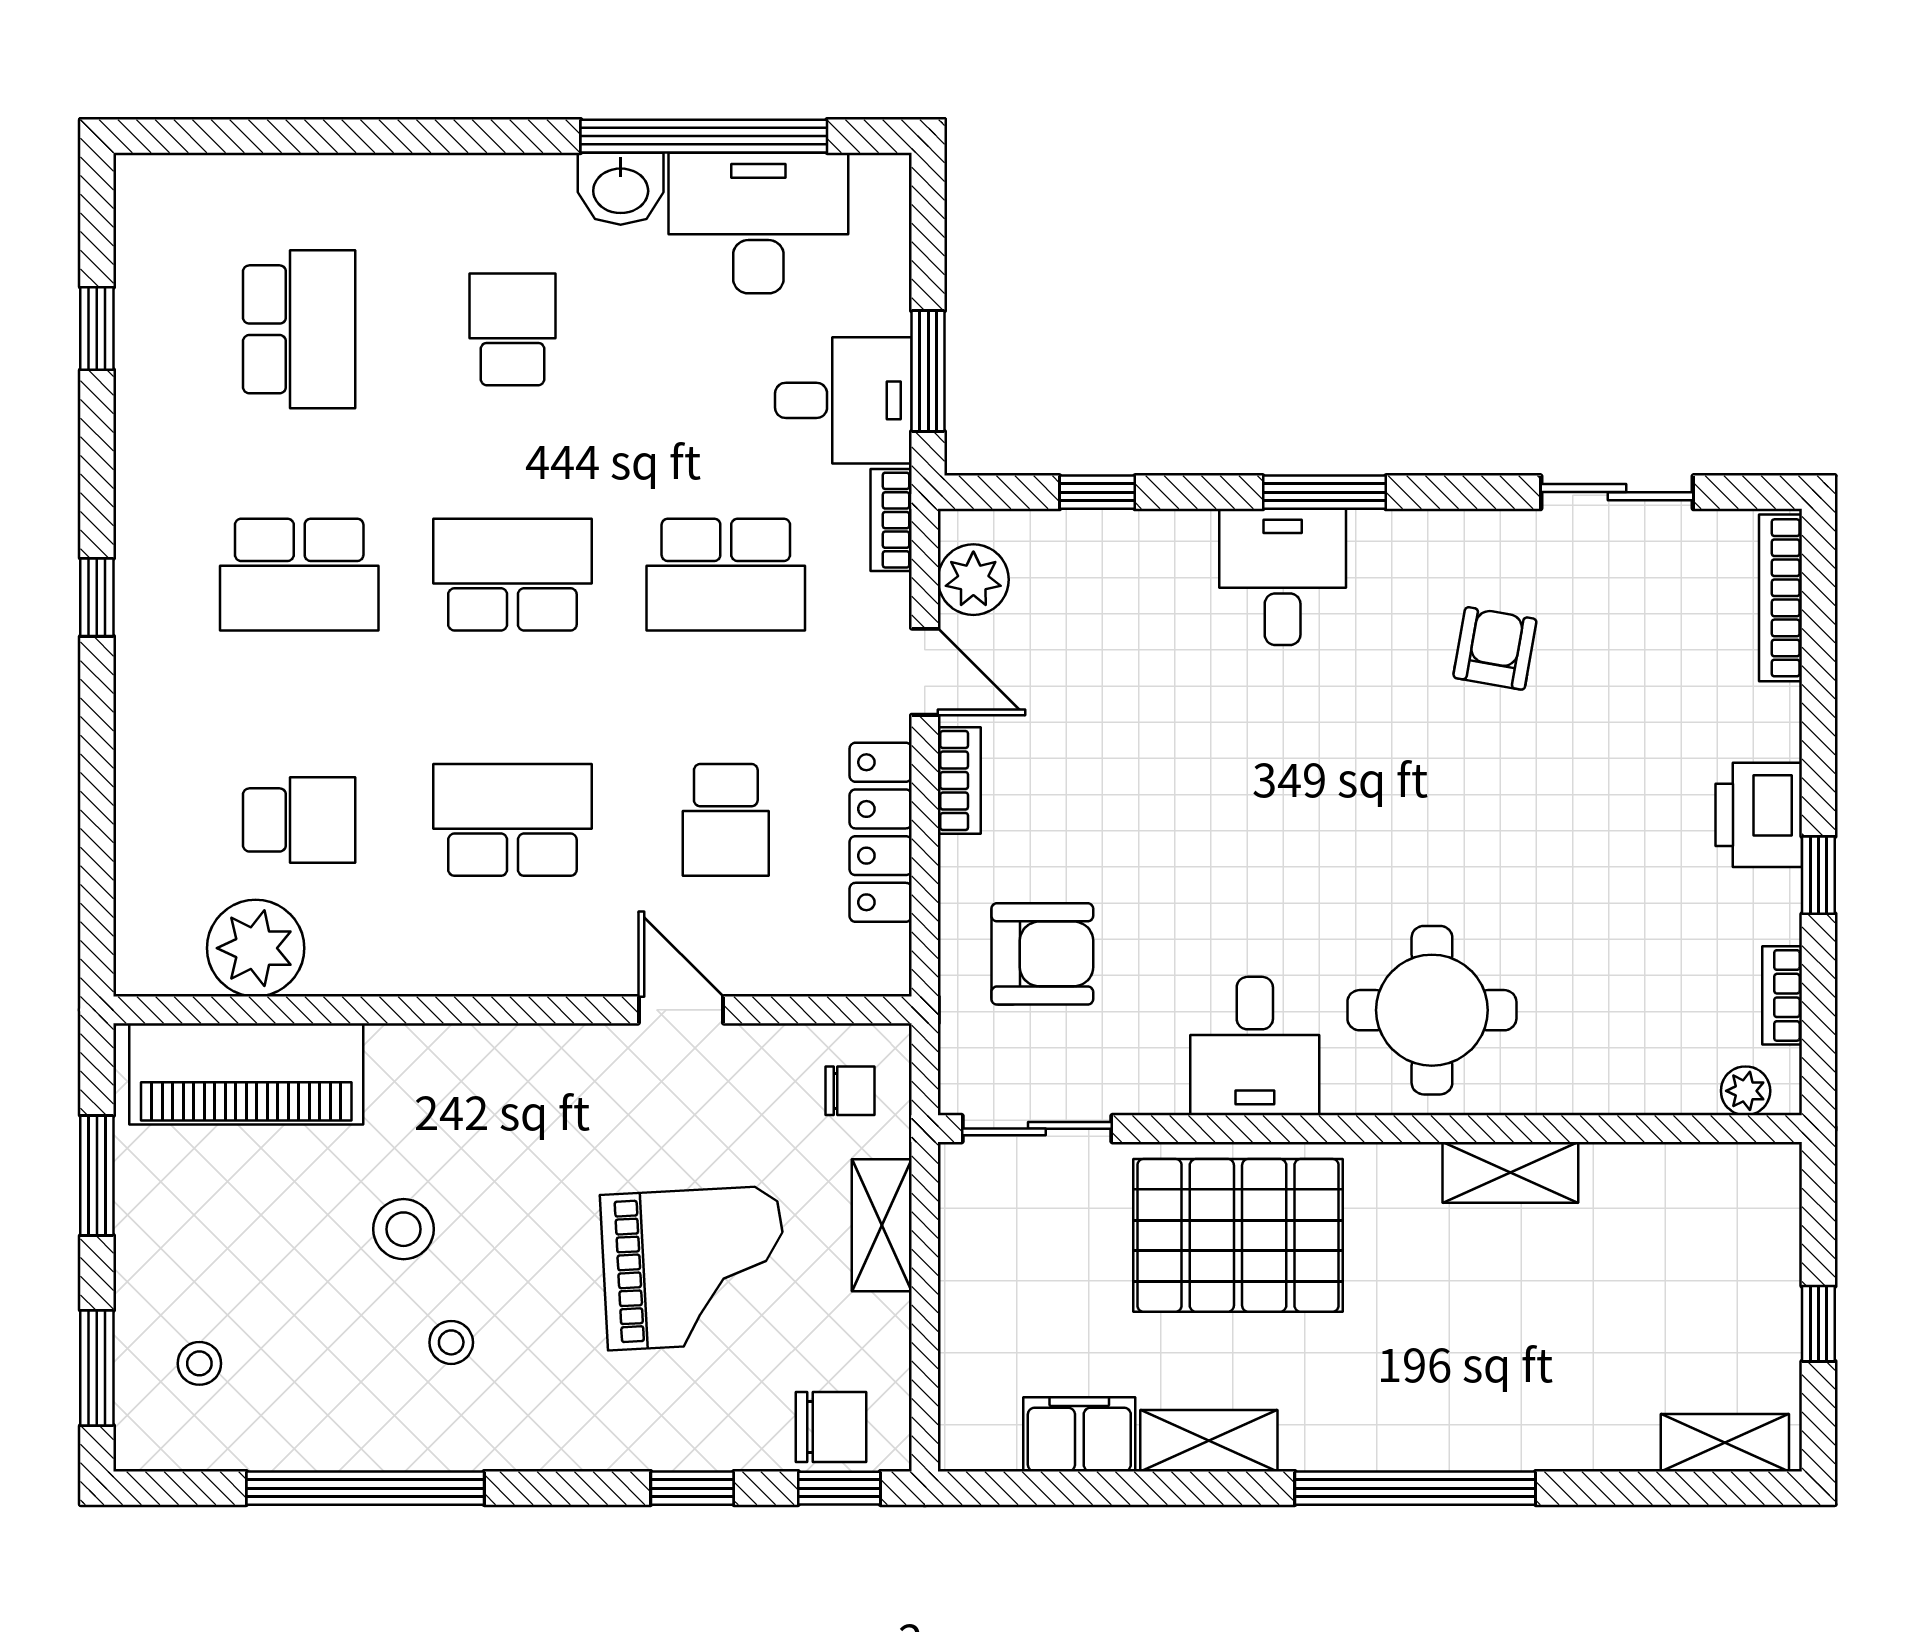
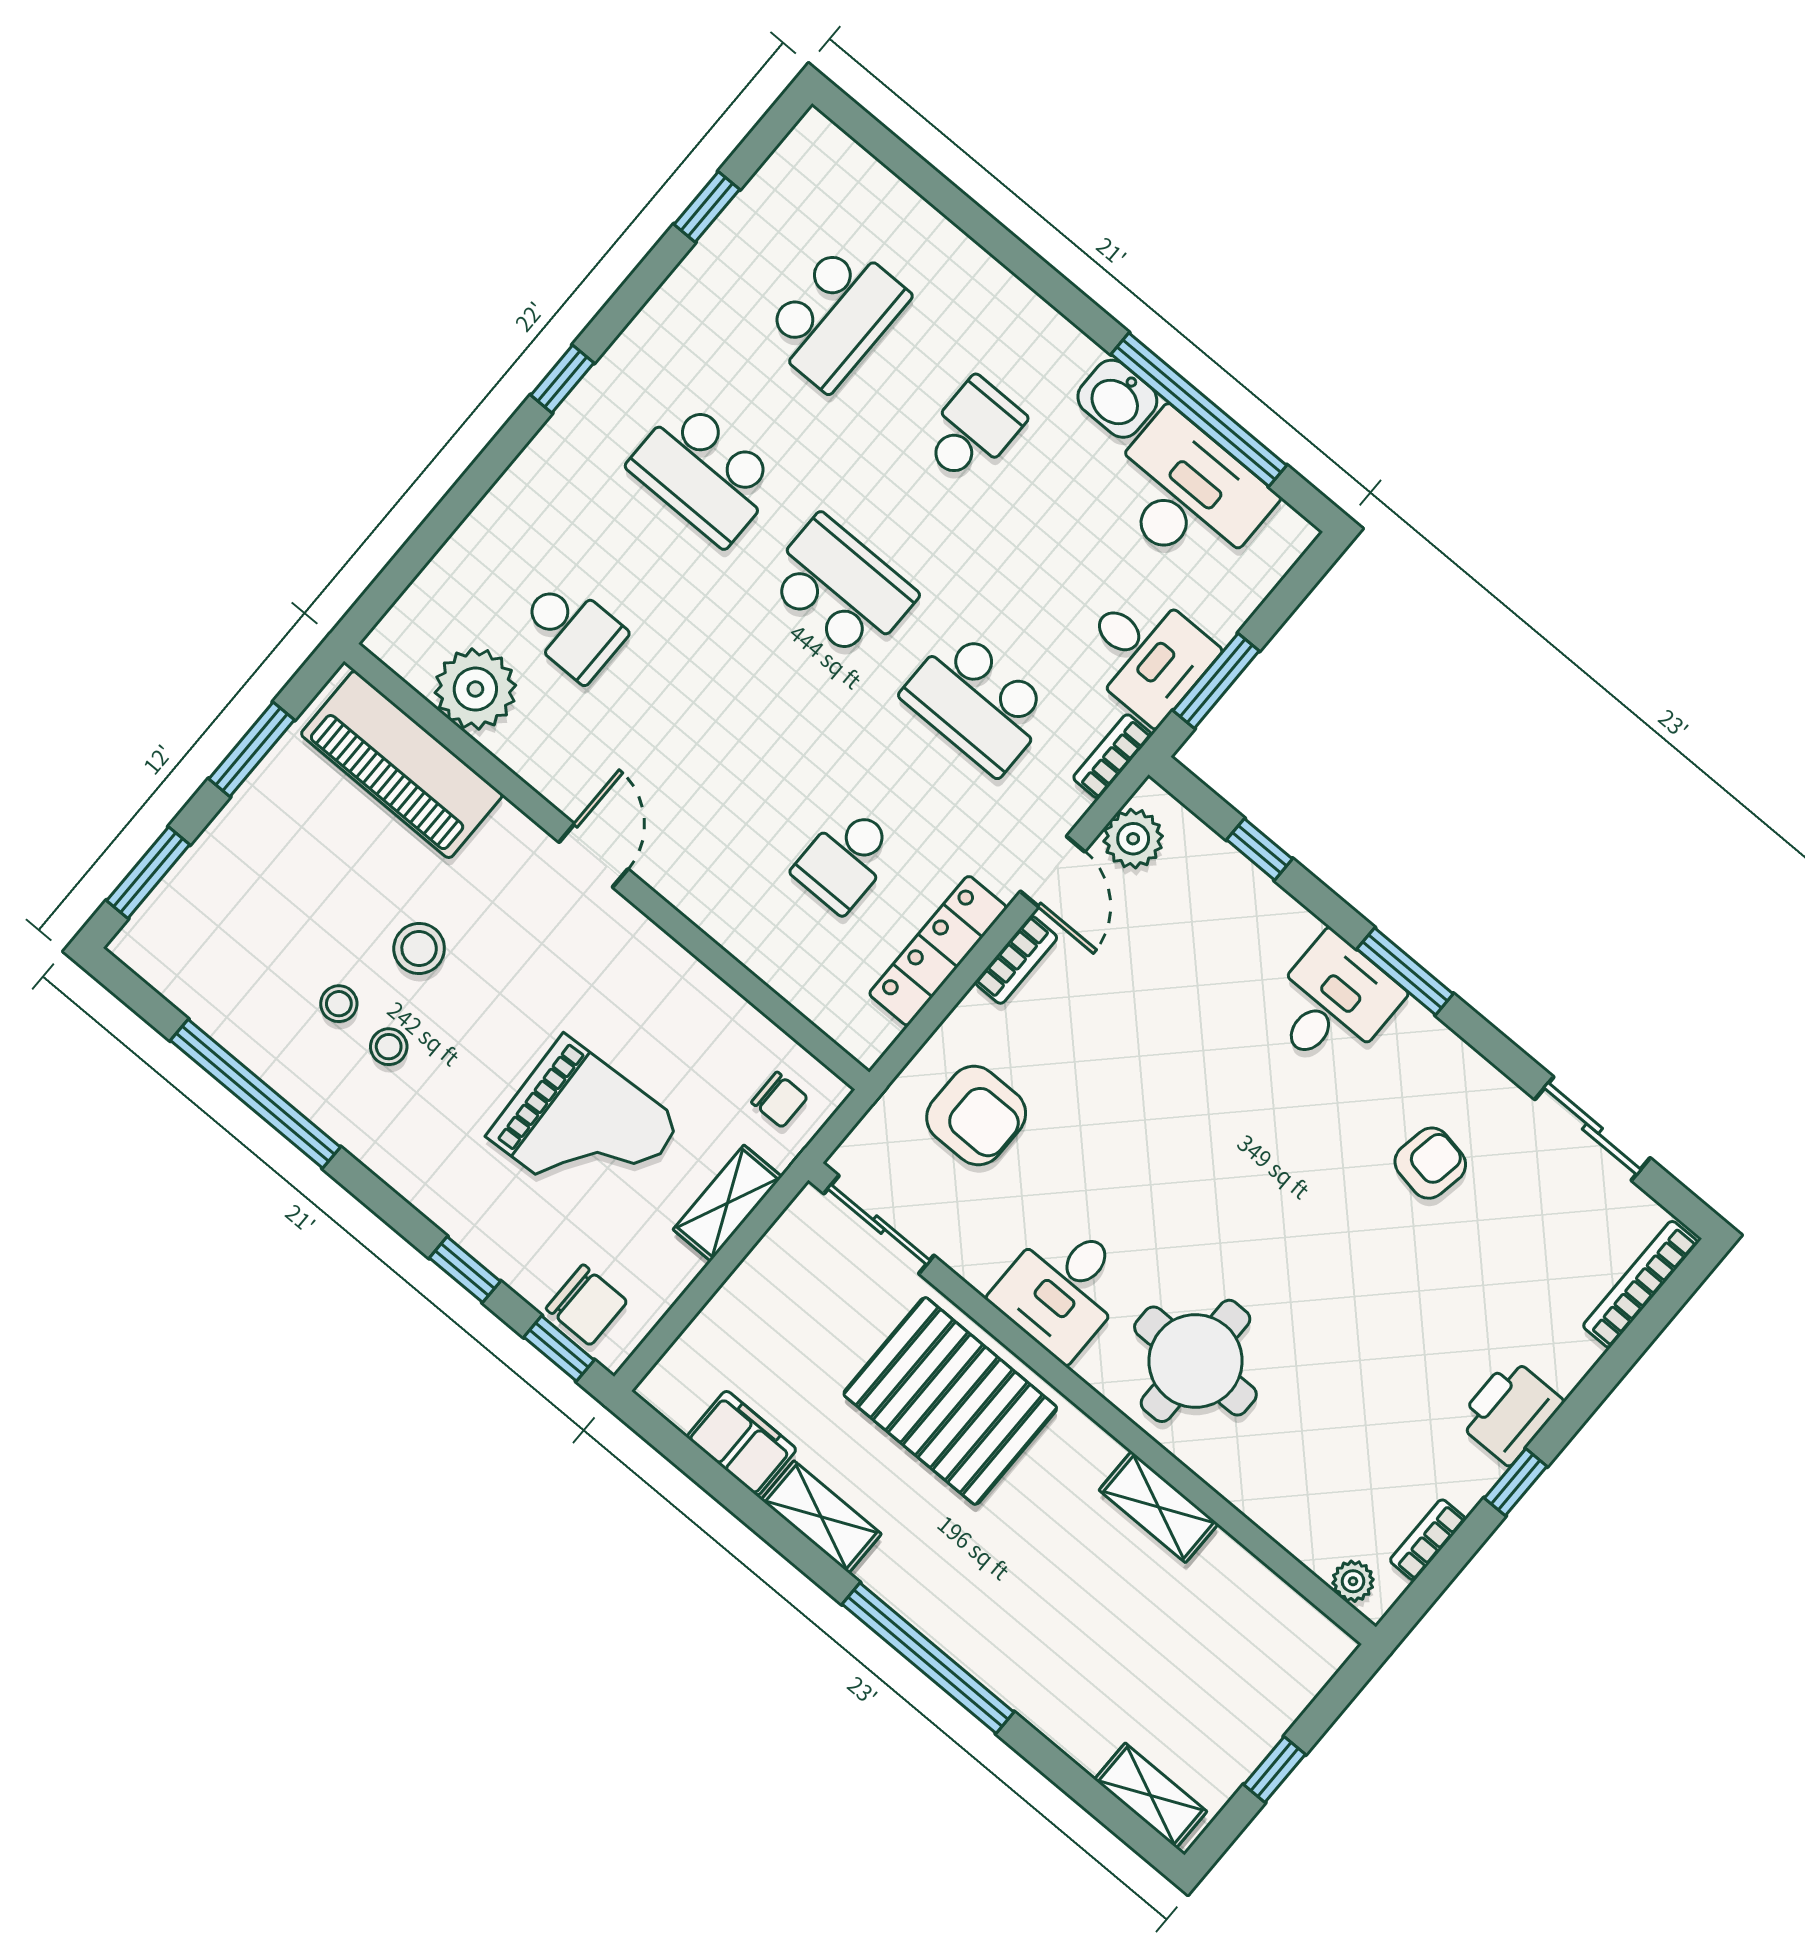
school desk: (512, 820) -> (709, 745), removed
door: (681, 1010) -> (594, 856), moved
stool: (199, 1363) -> (339, 1004), moved

